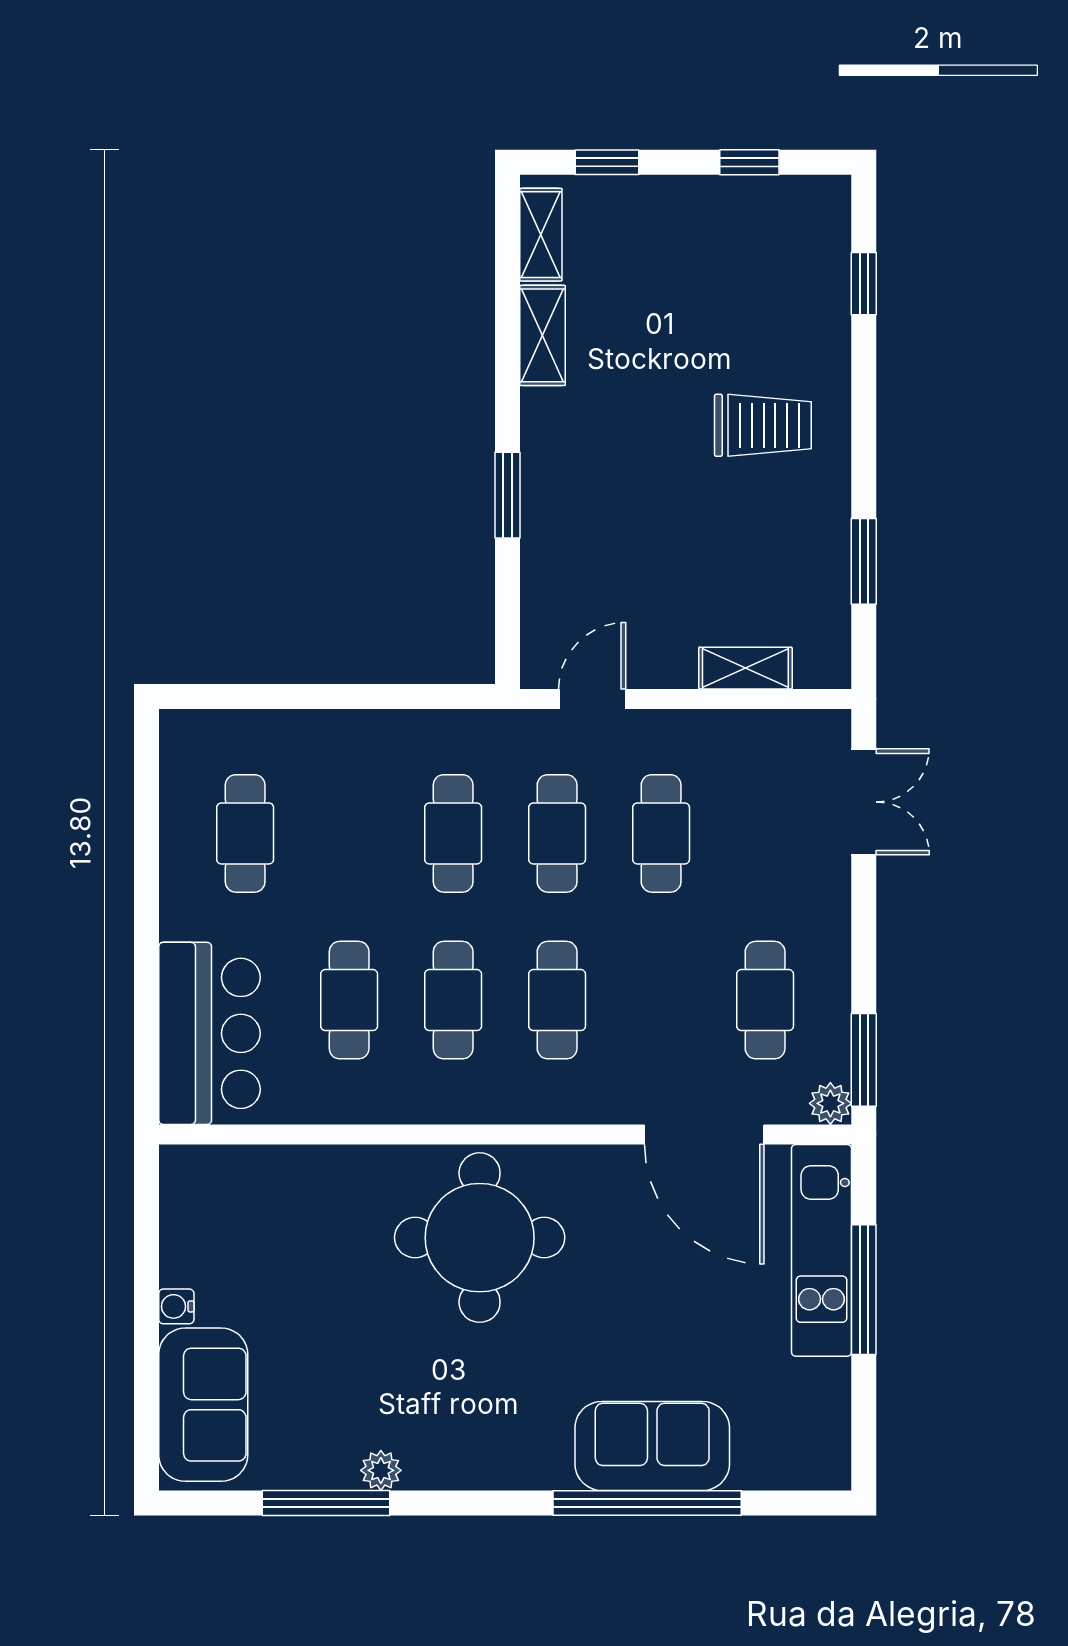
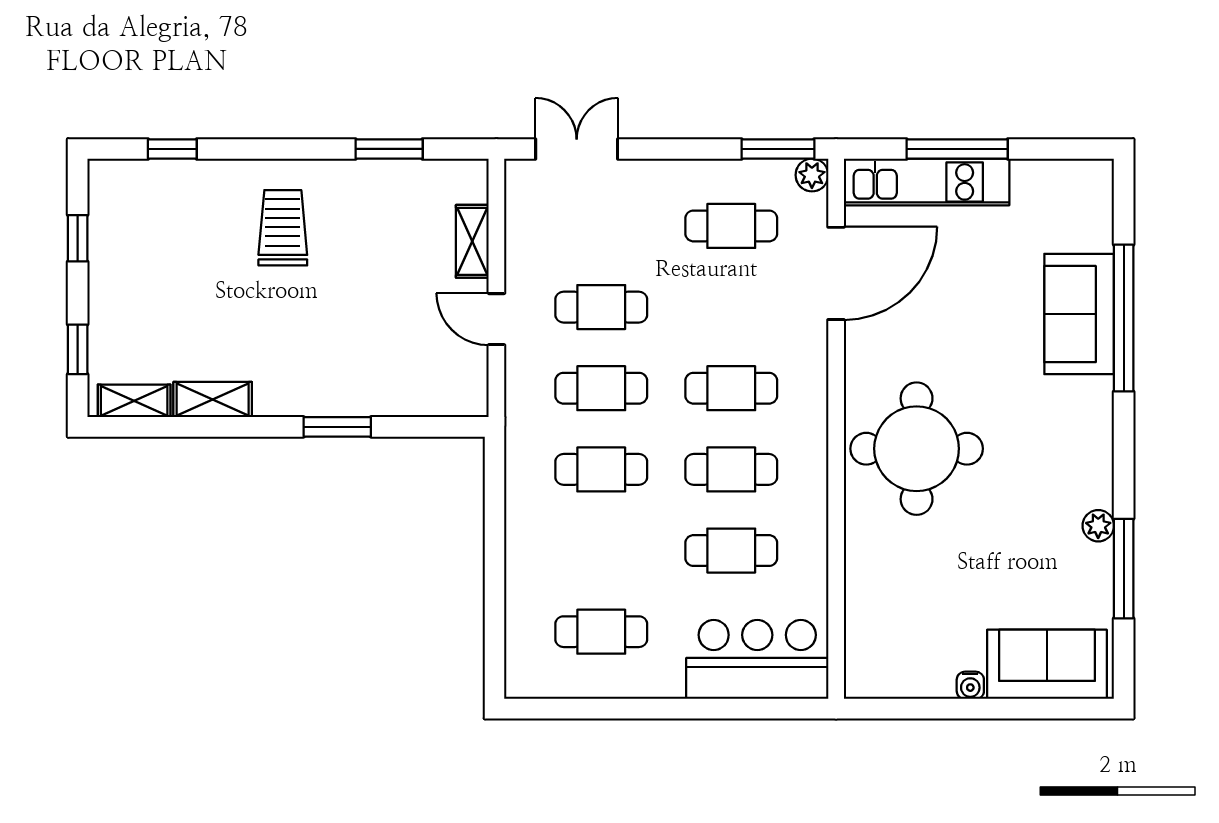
door: (592, 699) -> (496, 319), moved

